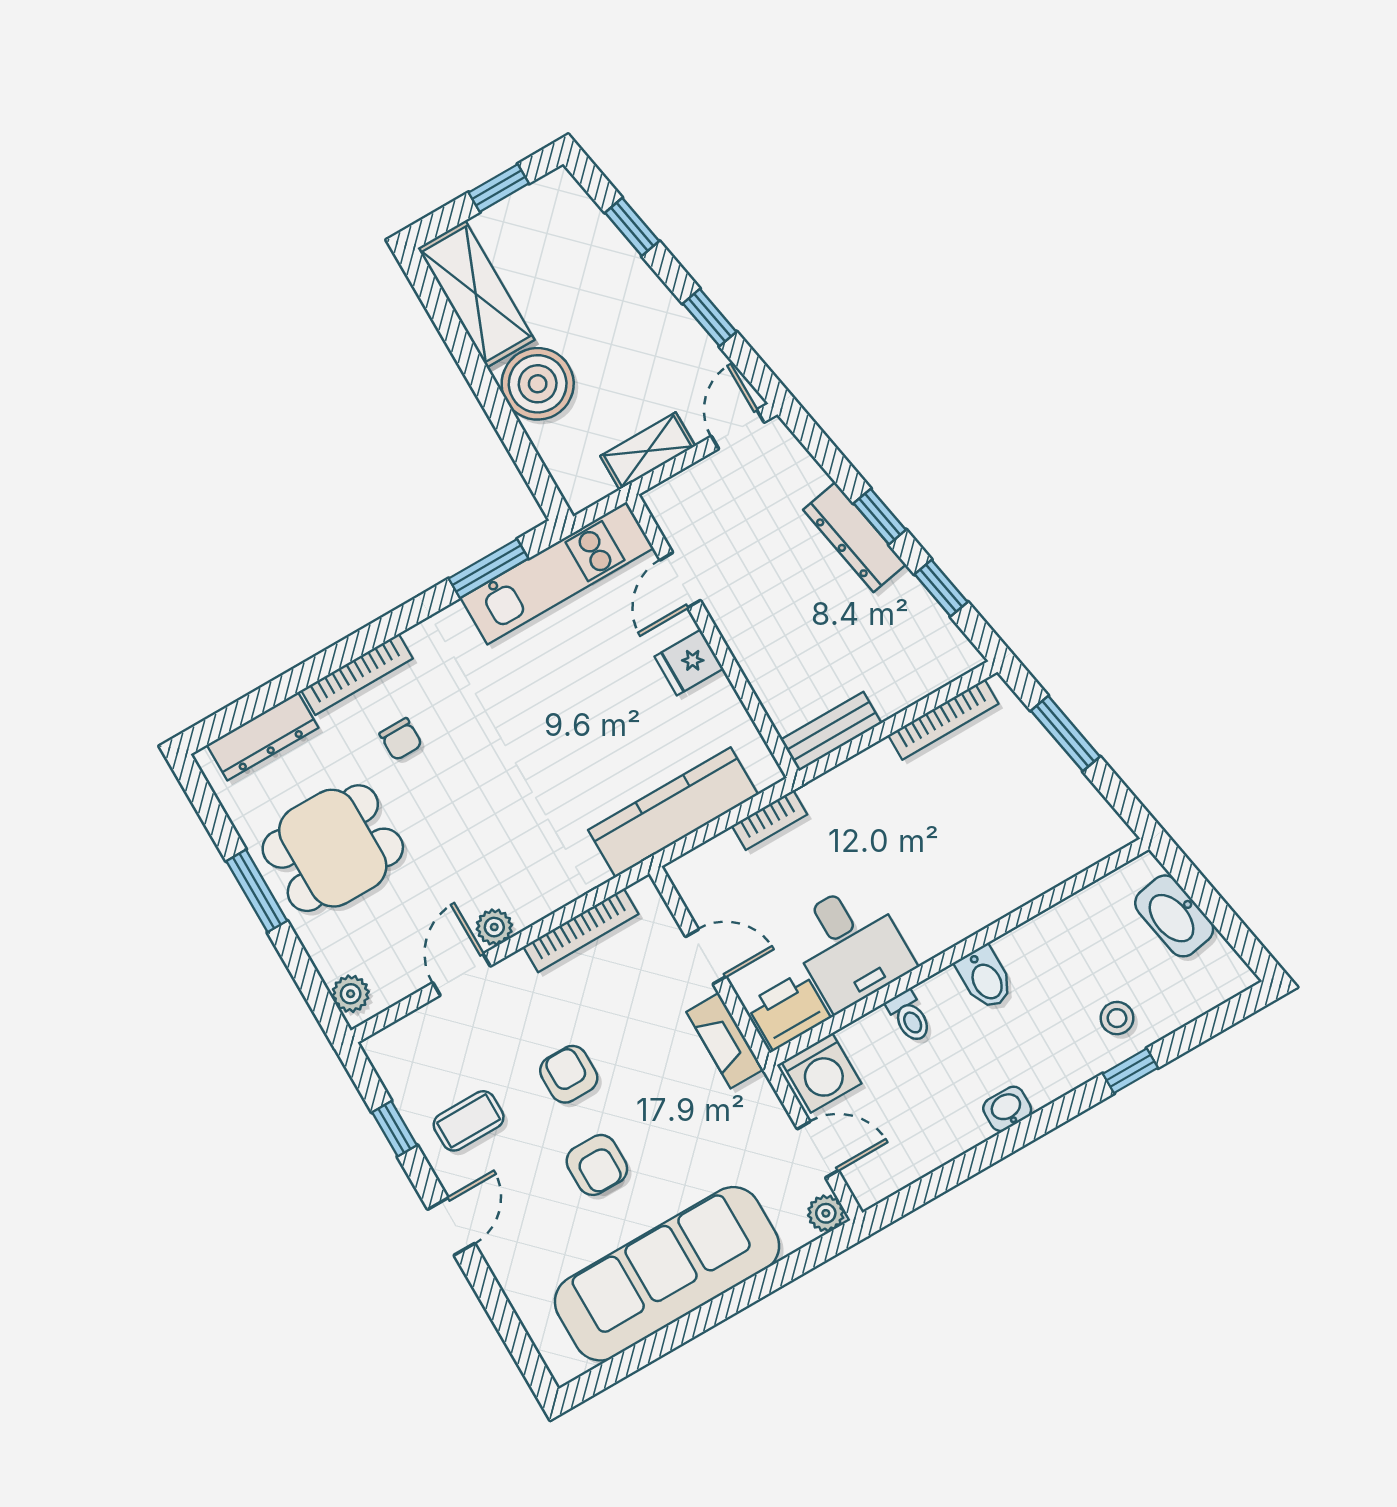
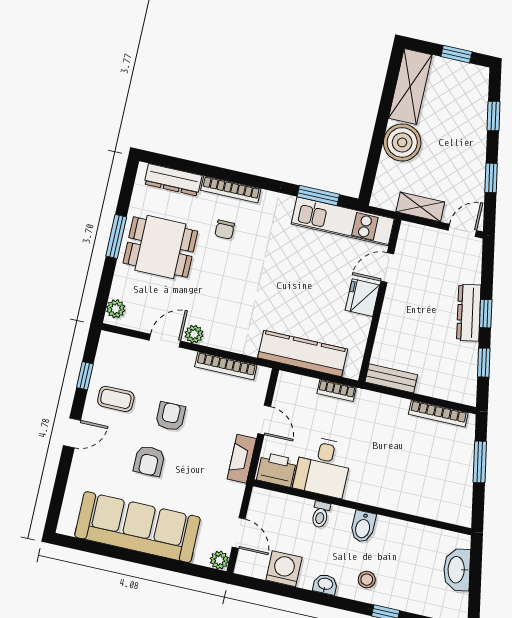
fridge: (689, 663) -> (362, 298), width x1.38
stool: (1117, 1018) -> (367, 580), moved
washing machine: (821, 1073) -> (284, 569), moved, turned 180

